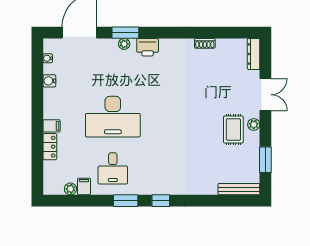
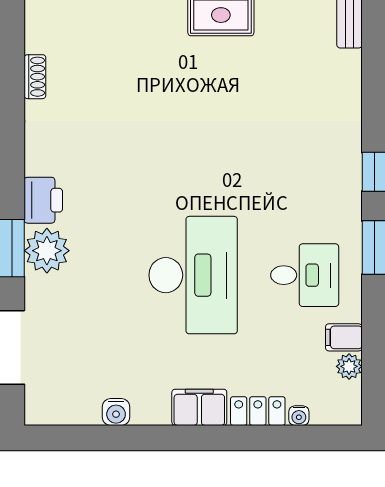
plant: (124, 44) -> (47, 251), width x1.87, depth x1.87
water cooler: (48, 58) -> (299, 416), moved
filing cabinet: (52, 126) -> (199, 407), width x2.00

